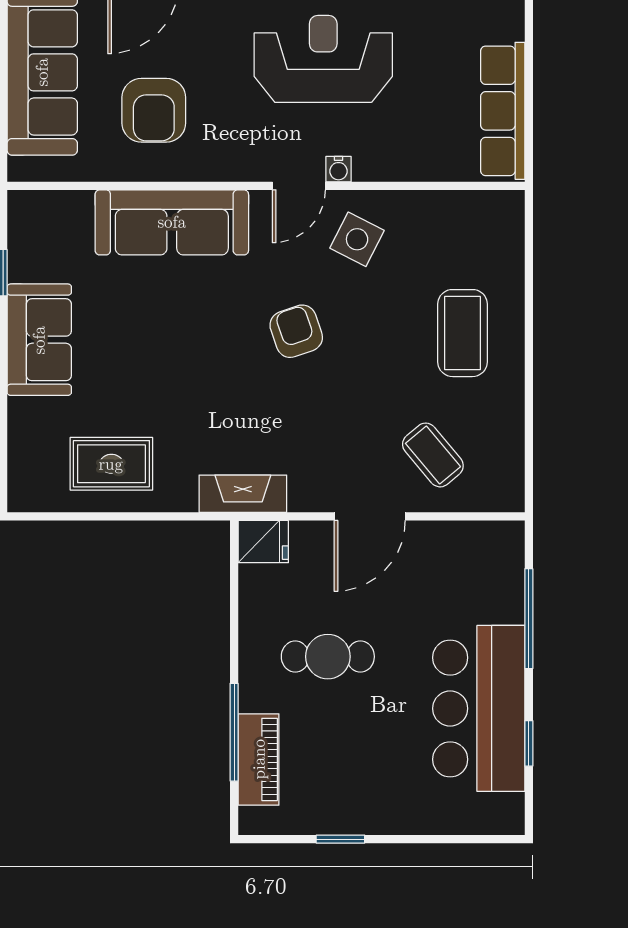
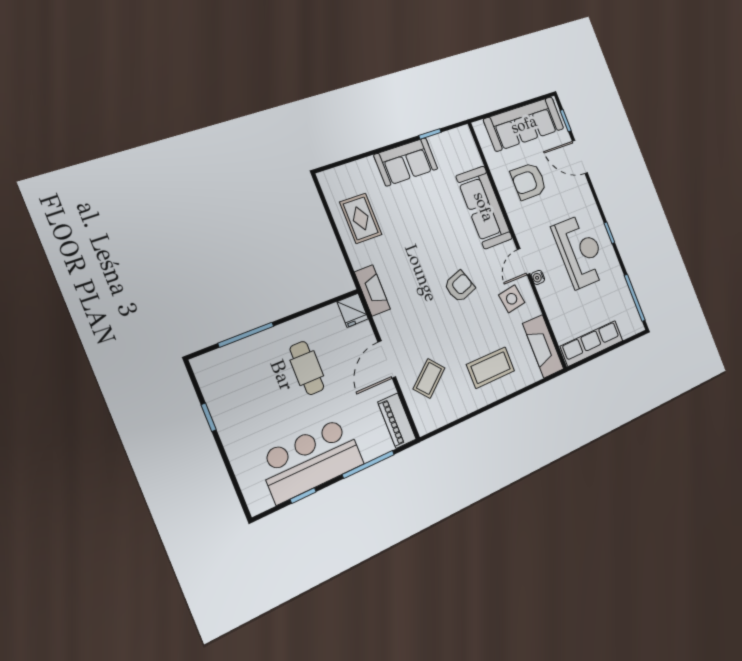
door: (299, 186) -> (524, 262), hinge flipped
fireplace: (467, 214) -> (543, 346), added
side table: (357, 239) -> (512, 299), turned -36
door: (370, 516) -> (387, 360), hinge flipped
piano: (259, 759) -> (397, 421), moved, turned 90

